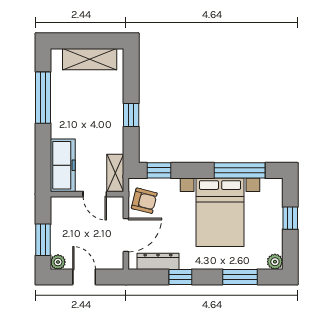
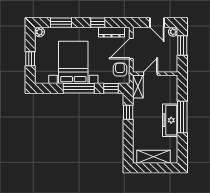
window: (43, 98) -> (182, 117), moved
window: (131, 115) -> (128, 112), moved
freezer: (63, 165) -> (170, 120), moved
window: (240, 170) -> (79, 88), moved
door: (95, 194) -> (150, 74), hinge flipped
armchair: (144, 201) -> (120, 70), turned 76

